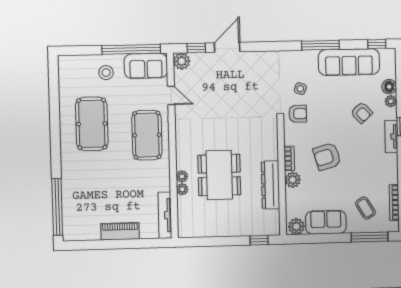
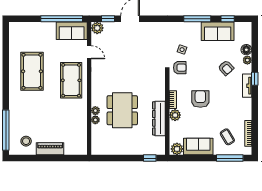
window: (377, 44) -> (228, 19), moved
sofa: (349, 62) -> (218, 31), width x0.73
stool: (106, 73) -> (26, 141), moved
armchair: (327, 157) -> (200, 99), turned 106
tv unit: (165, 215) -> (83, 138), removed

